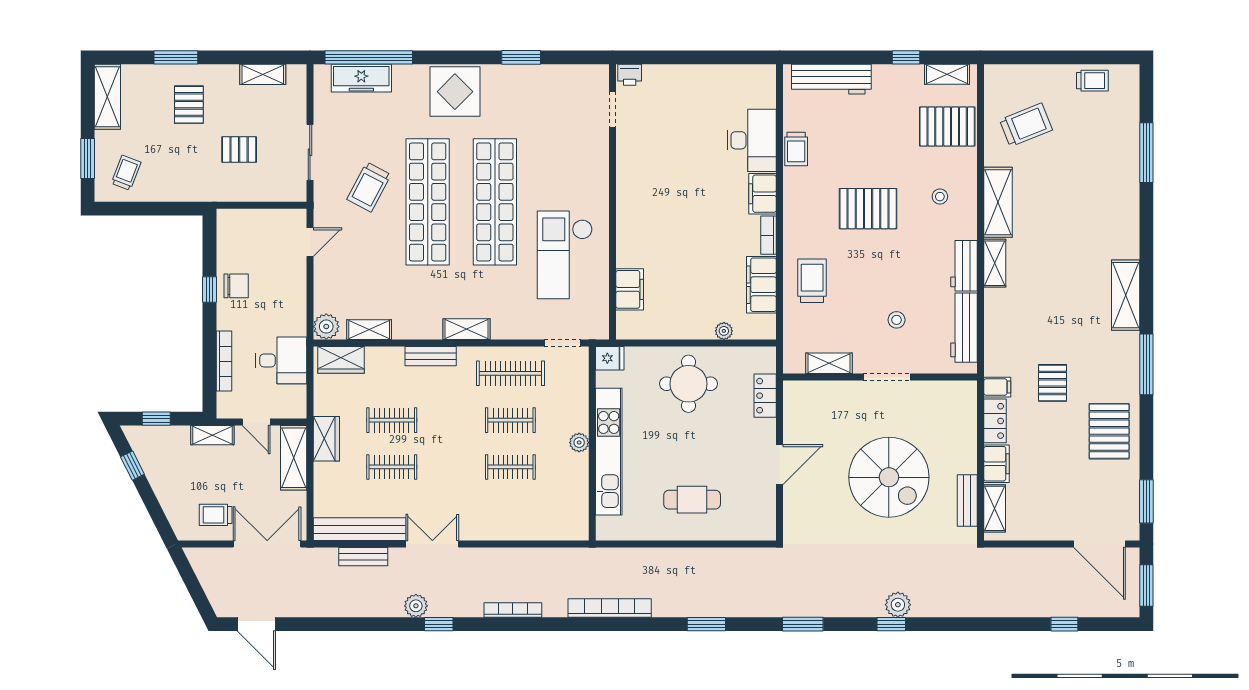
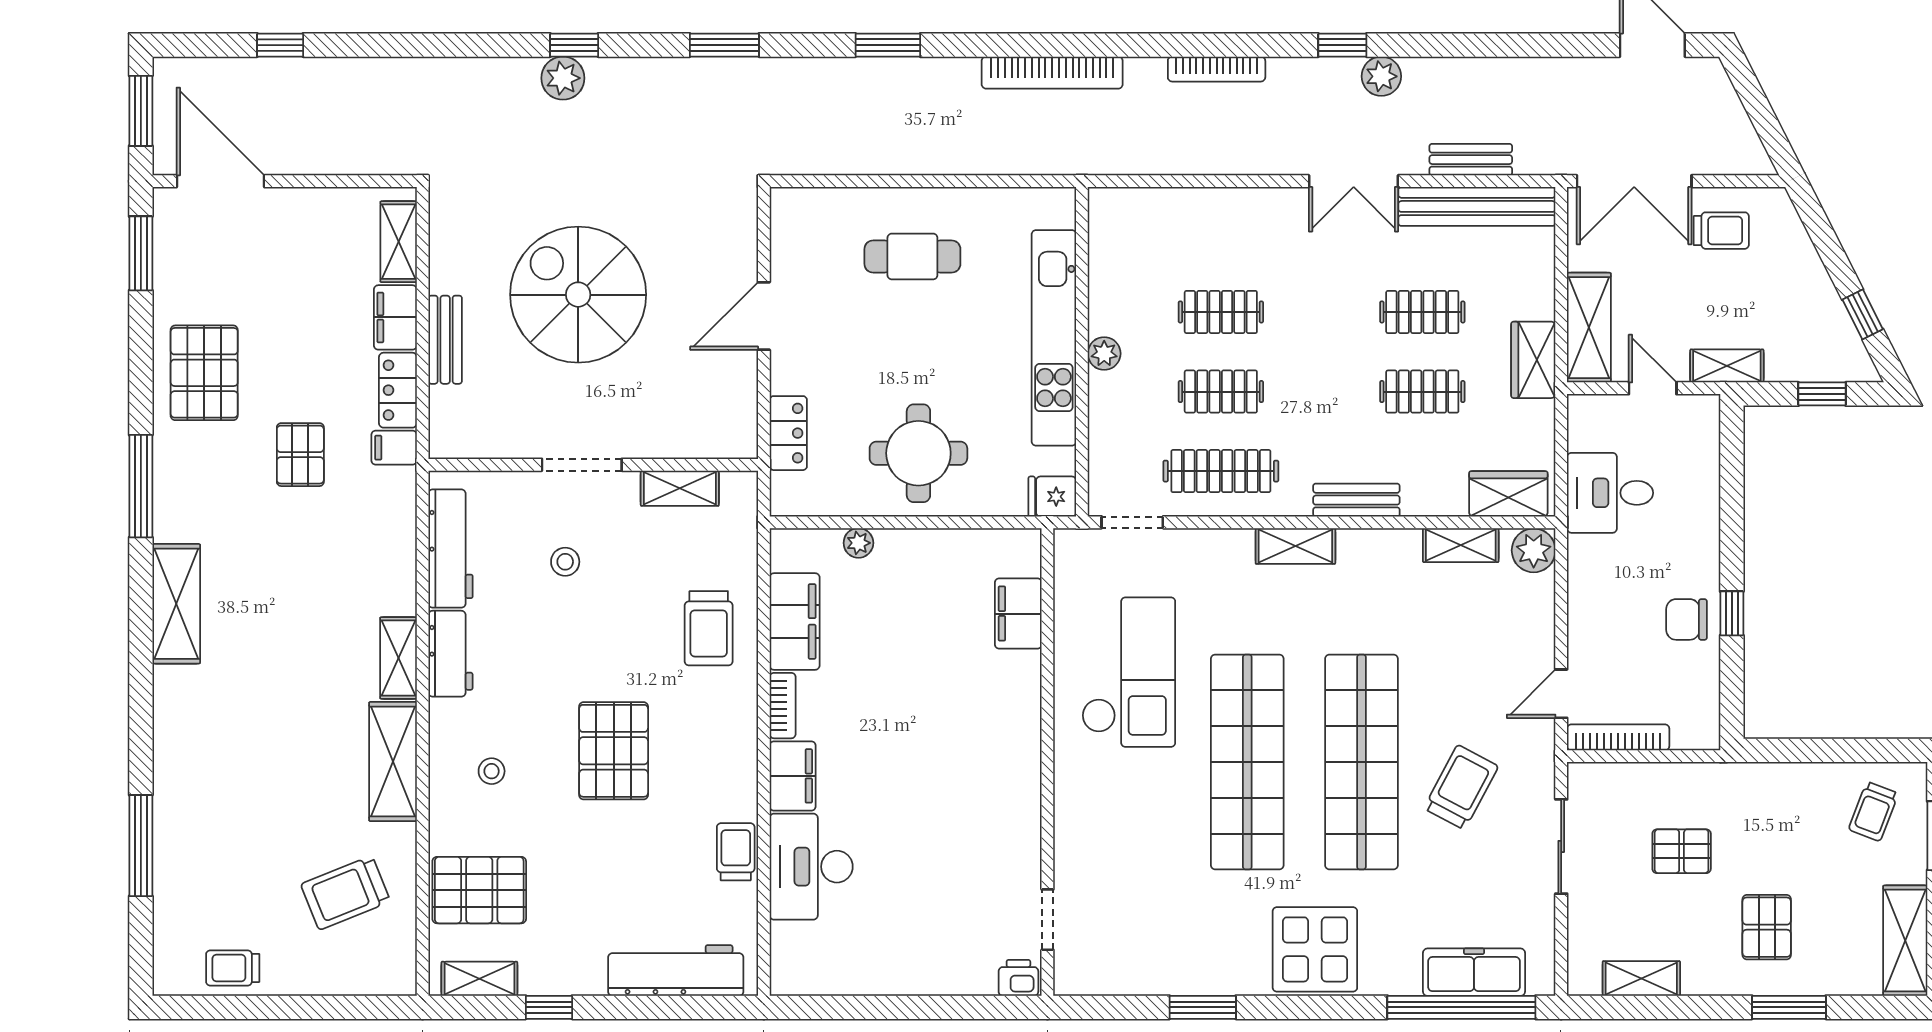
pallet: (868, 209) -> (614, 751), turned 90
bookcase: (224, 361) -> (1618, 737), moved, turned 90
bench: (967, 500) -> (445, 340), moved

